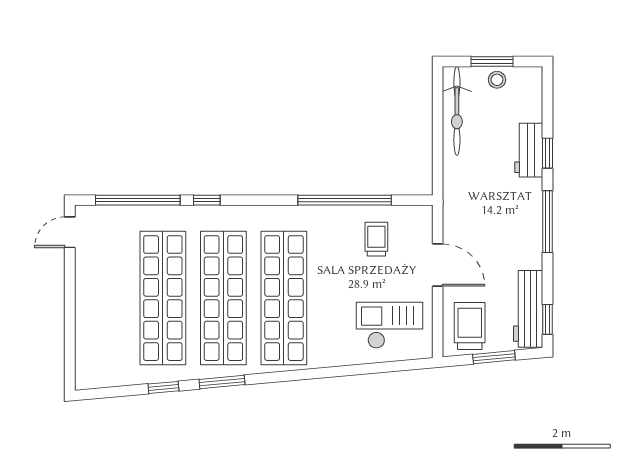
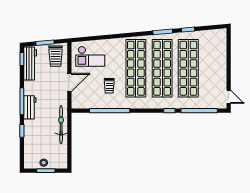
bicycle: (457, 111) -> (61, 125), moved
workbench: (529, 150) -> (30, 107), moved
door: (70, 232) -> (229, 97), hinge flipped
trolley: (376, 239) -> (109, 86), moved
door: (438, 265) -> (69, 82), swing flipped

